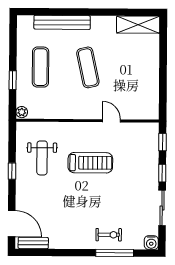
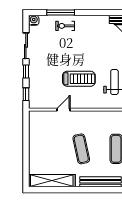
shelving: (138, 25) -> (52, 181), width x1.47
door: (112, 121) -> (64, 110), swing flipped
treadmill: (90, 163) -> (79, 79), turned 180

